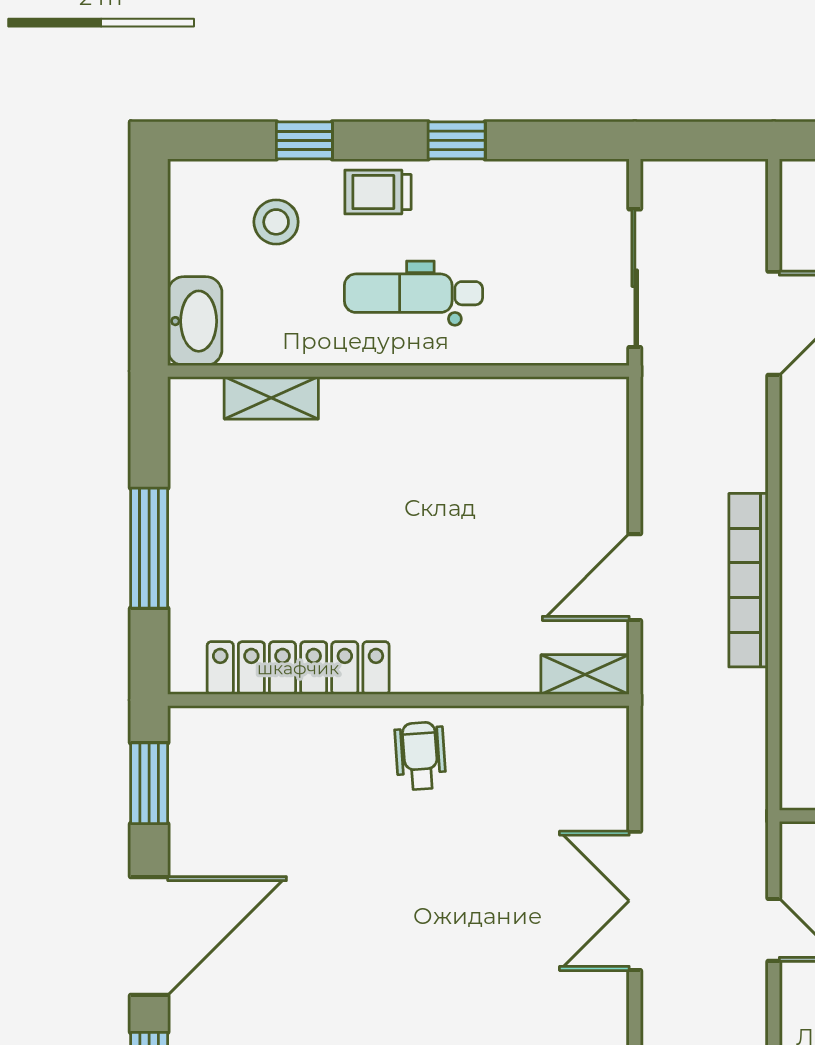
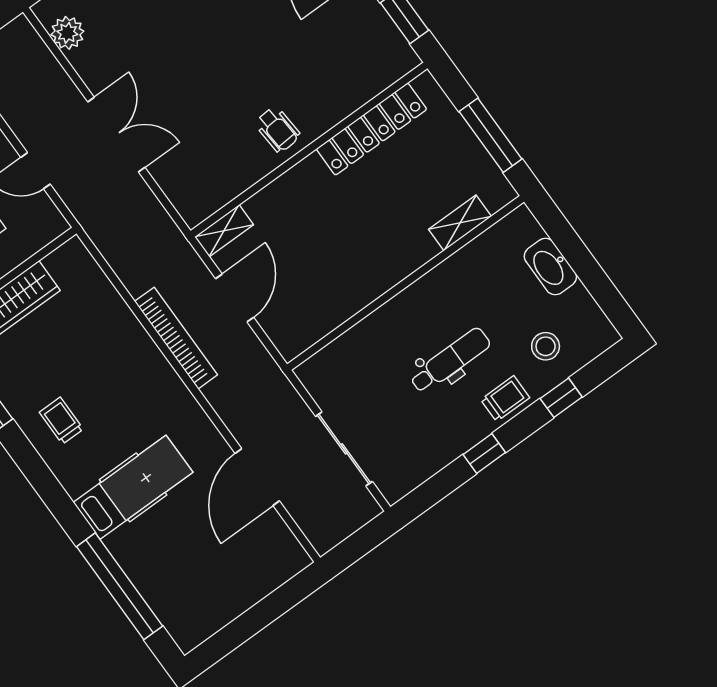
wall: (398, 371) -> (406, 283), moved
shelving: (271, 398) -> (460, 223), moved

